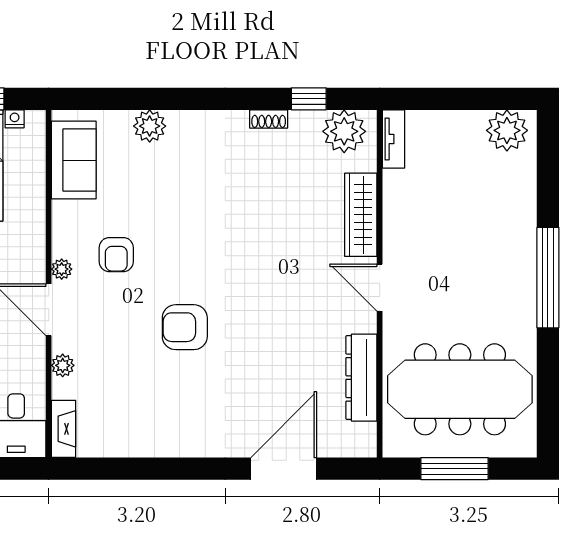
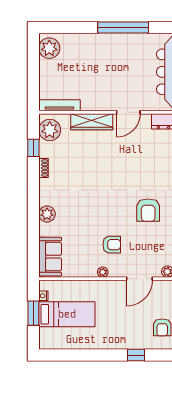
plant: (150, 126) -> (47, 214), moved
tv unit: (394, 139) -> (60, 105), width x1.41
sofa: (74, 160) -> (50, 257), moved, turned 90
plant: (62, 269) -> (103, 272), moved

